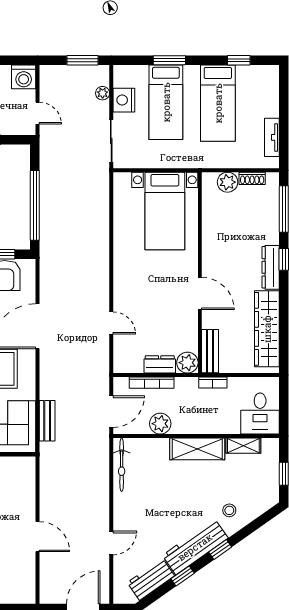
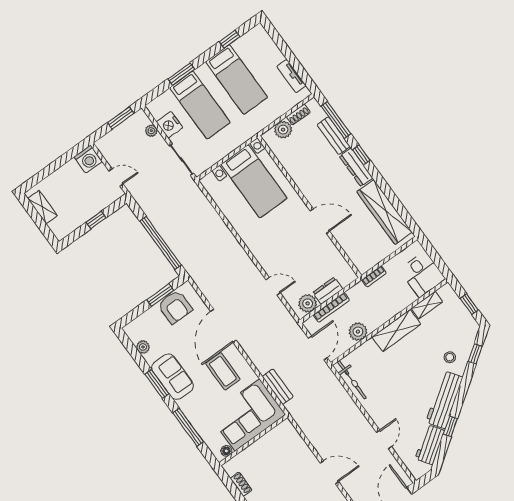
bench: (210, 351) -> (333, 136), moved
plant: (187, 363) -> (308, 303), moved
window: (220, 549) -> (475, 354), moved

